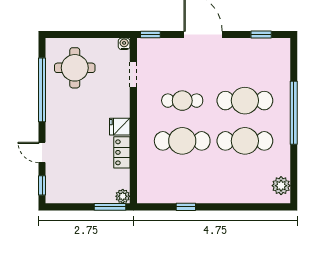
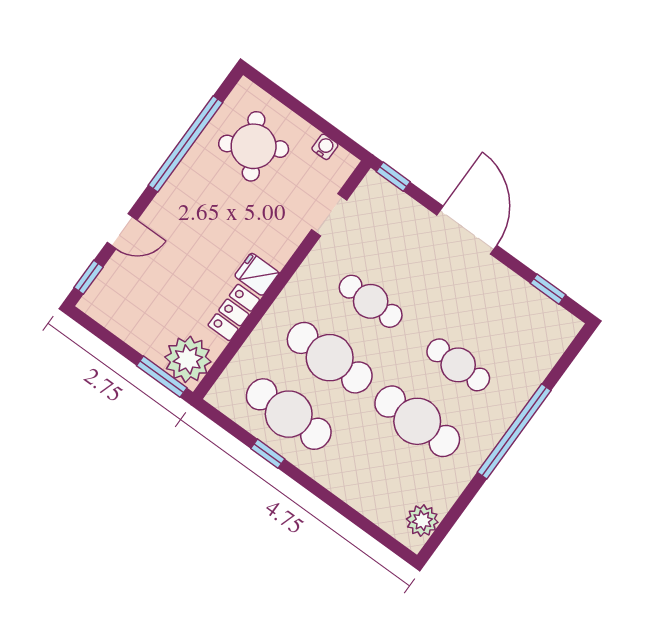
water cooler: (124, 44) -> (325, 147), moved
round table: (75, 68) -> (254, 146), turned -30
cafe table: (245, 101) -> (458, 365), width x0.73, depth x0.74
door: (42, 152) -> (122, 231), swing flipped
cafe table: (182, 181) -> (289, 414), added
plant: (123, 196) -> (188, 359), width x1.87, depth x1.87

